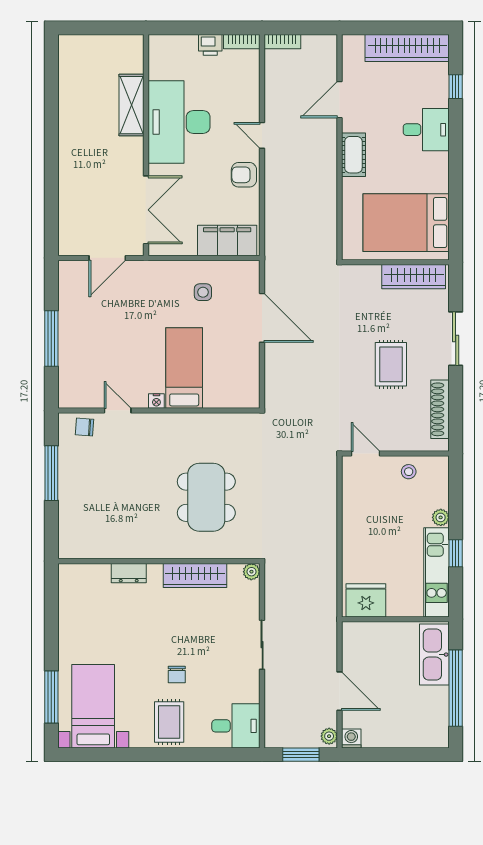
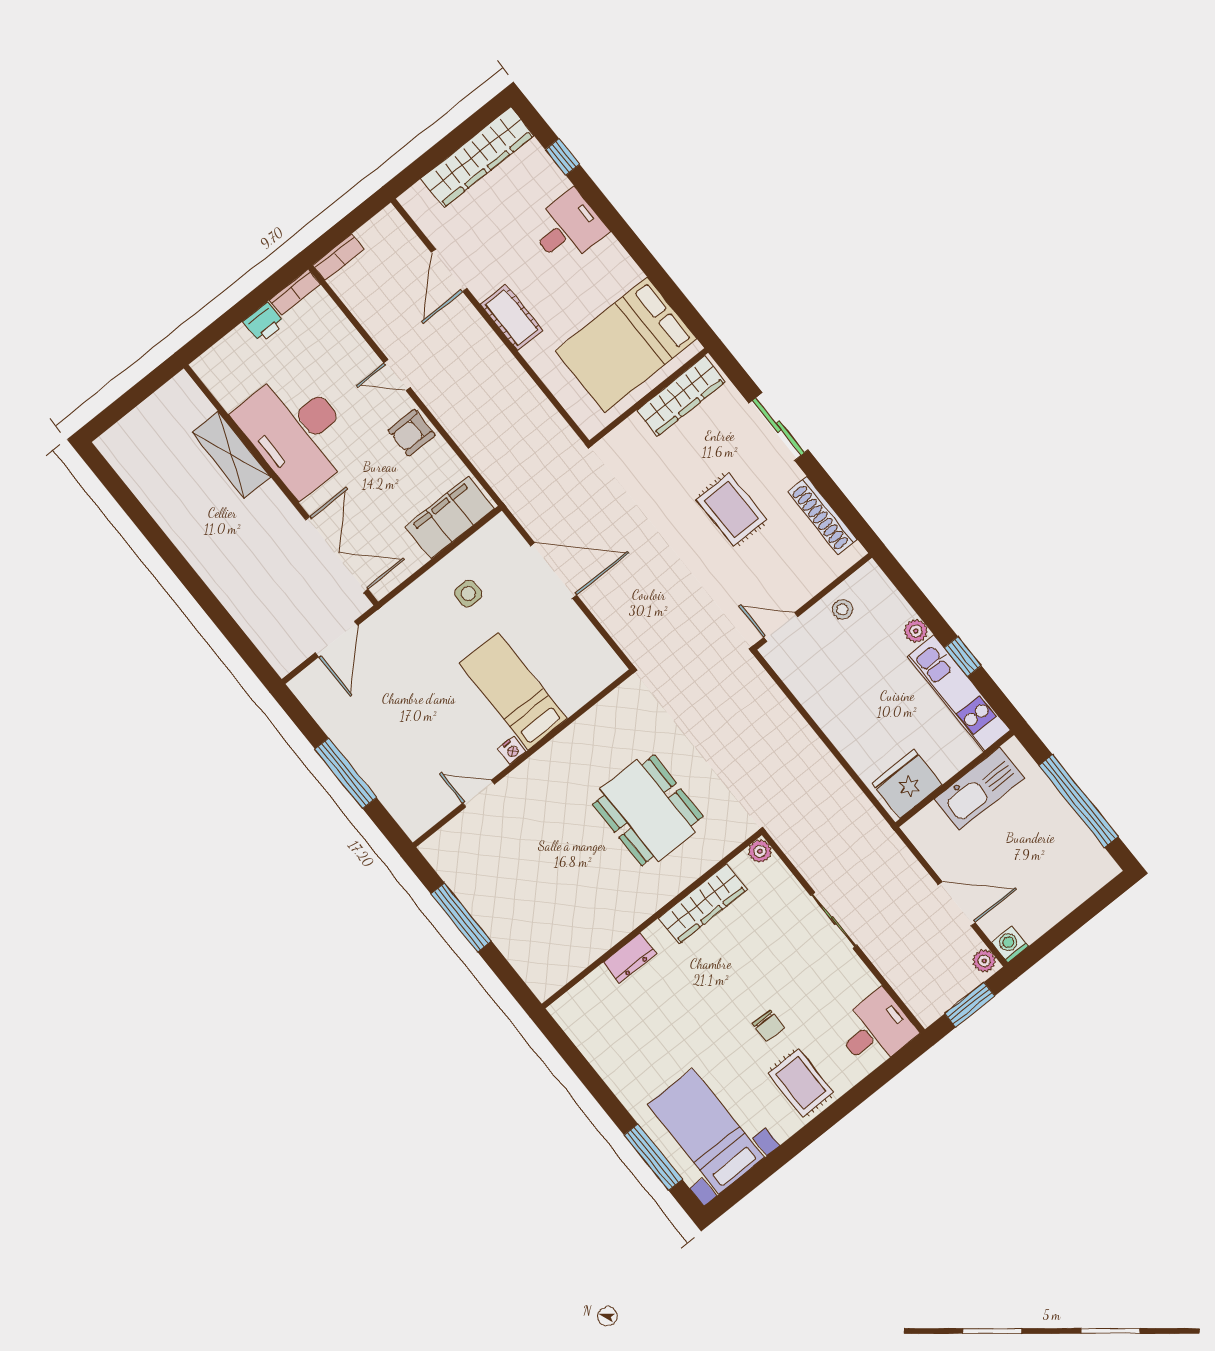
chair: (84, 427) -> (457, 840), removed
kitchen sink: (434, 655) -> (979, 789), moved, turned -90

